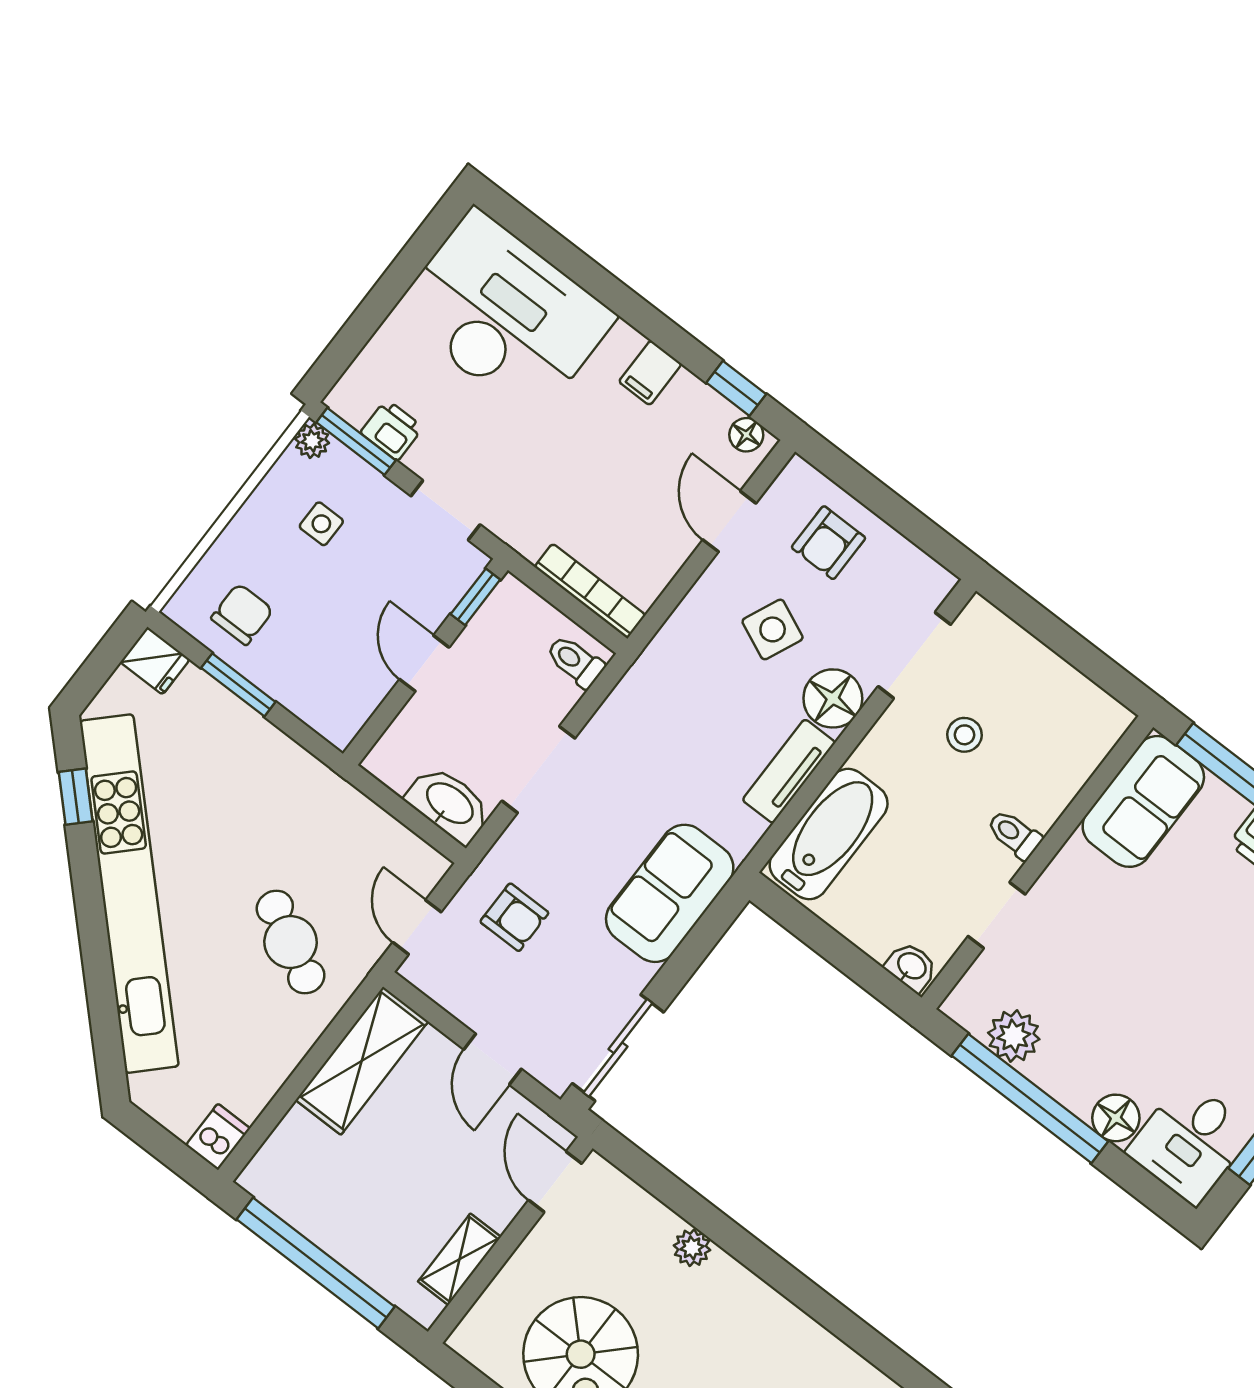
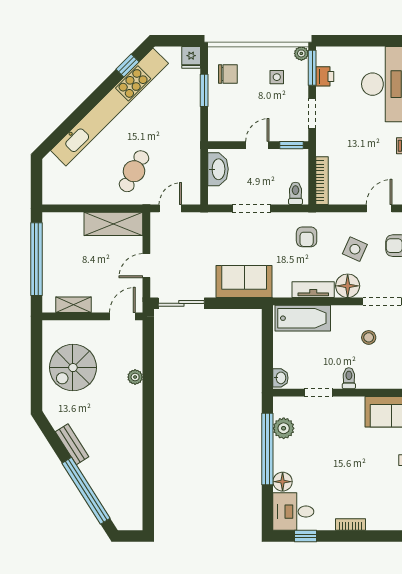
washbasin: (449, 804) -> (218, 169), moved
armchair: (514, 917) -> (307, 237), moved
dishwasher: (218, 1137) -> (53, 196), removed

